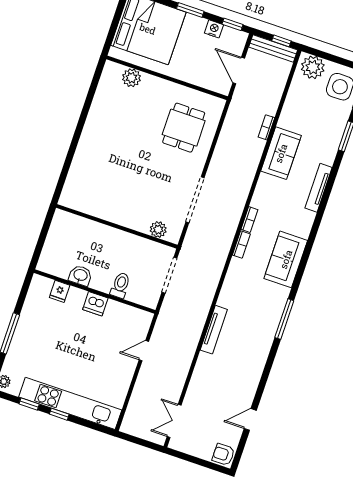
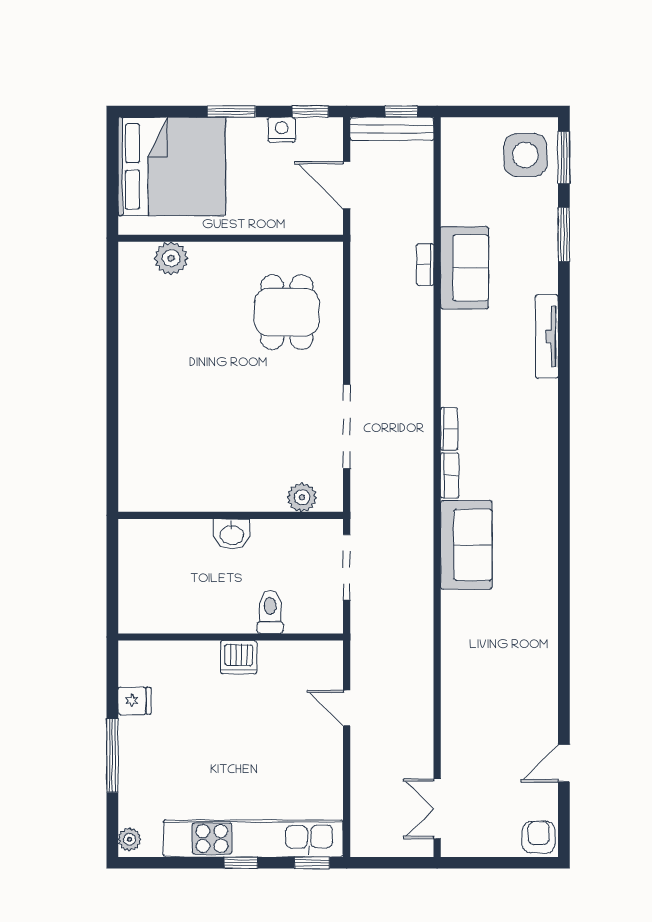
plant: (313, 67) -> (469, 138), removed
sofa: (281, 153) -> (464, 268), moved
sofa: (286, 259) -> (466, 545), moved, turned 180
washbasin: (80, 275) -> (232, 534), moved, turned 180
fridge: (60, 291) -> (134, 701), moved, turned -90
window: (284, 319) -> (564, 576), removed
tv unit: (214, 330) -> (452, 633), removed
door: (144, 351) -> (347, 708), hinge flipped
window: (29, 404) -> (312, 863), moved
armchair: (223, 454) -> (539, 837), turned 90

